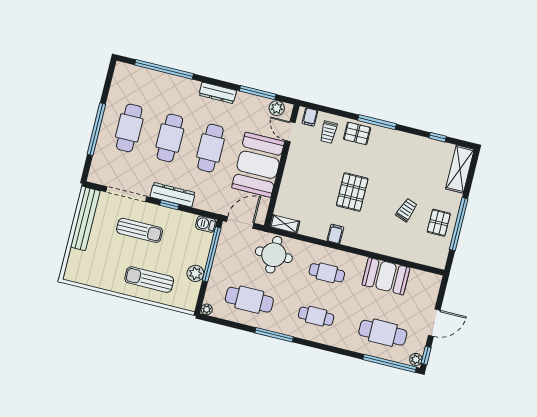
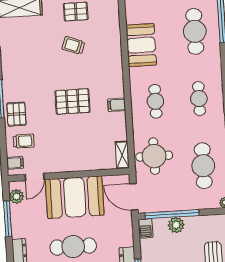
plant: (195, 273) -> (176, 225), moved

